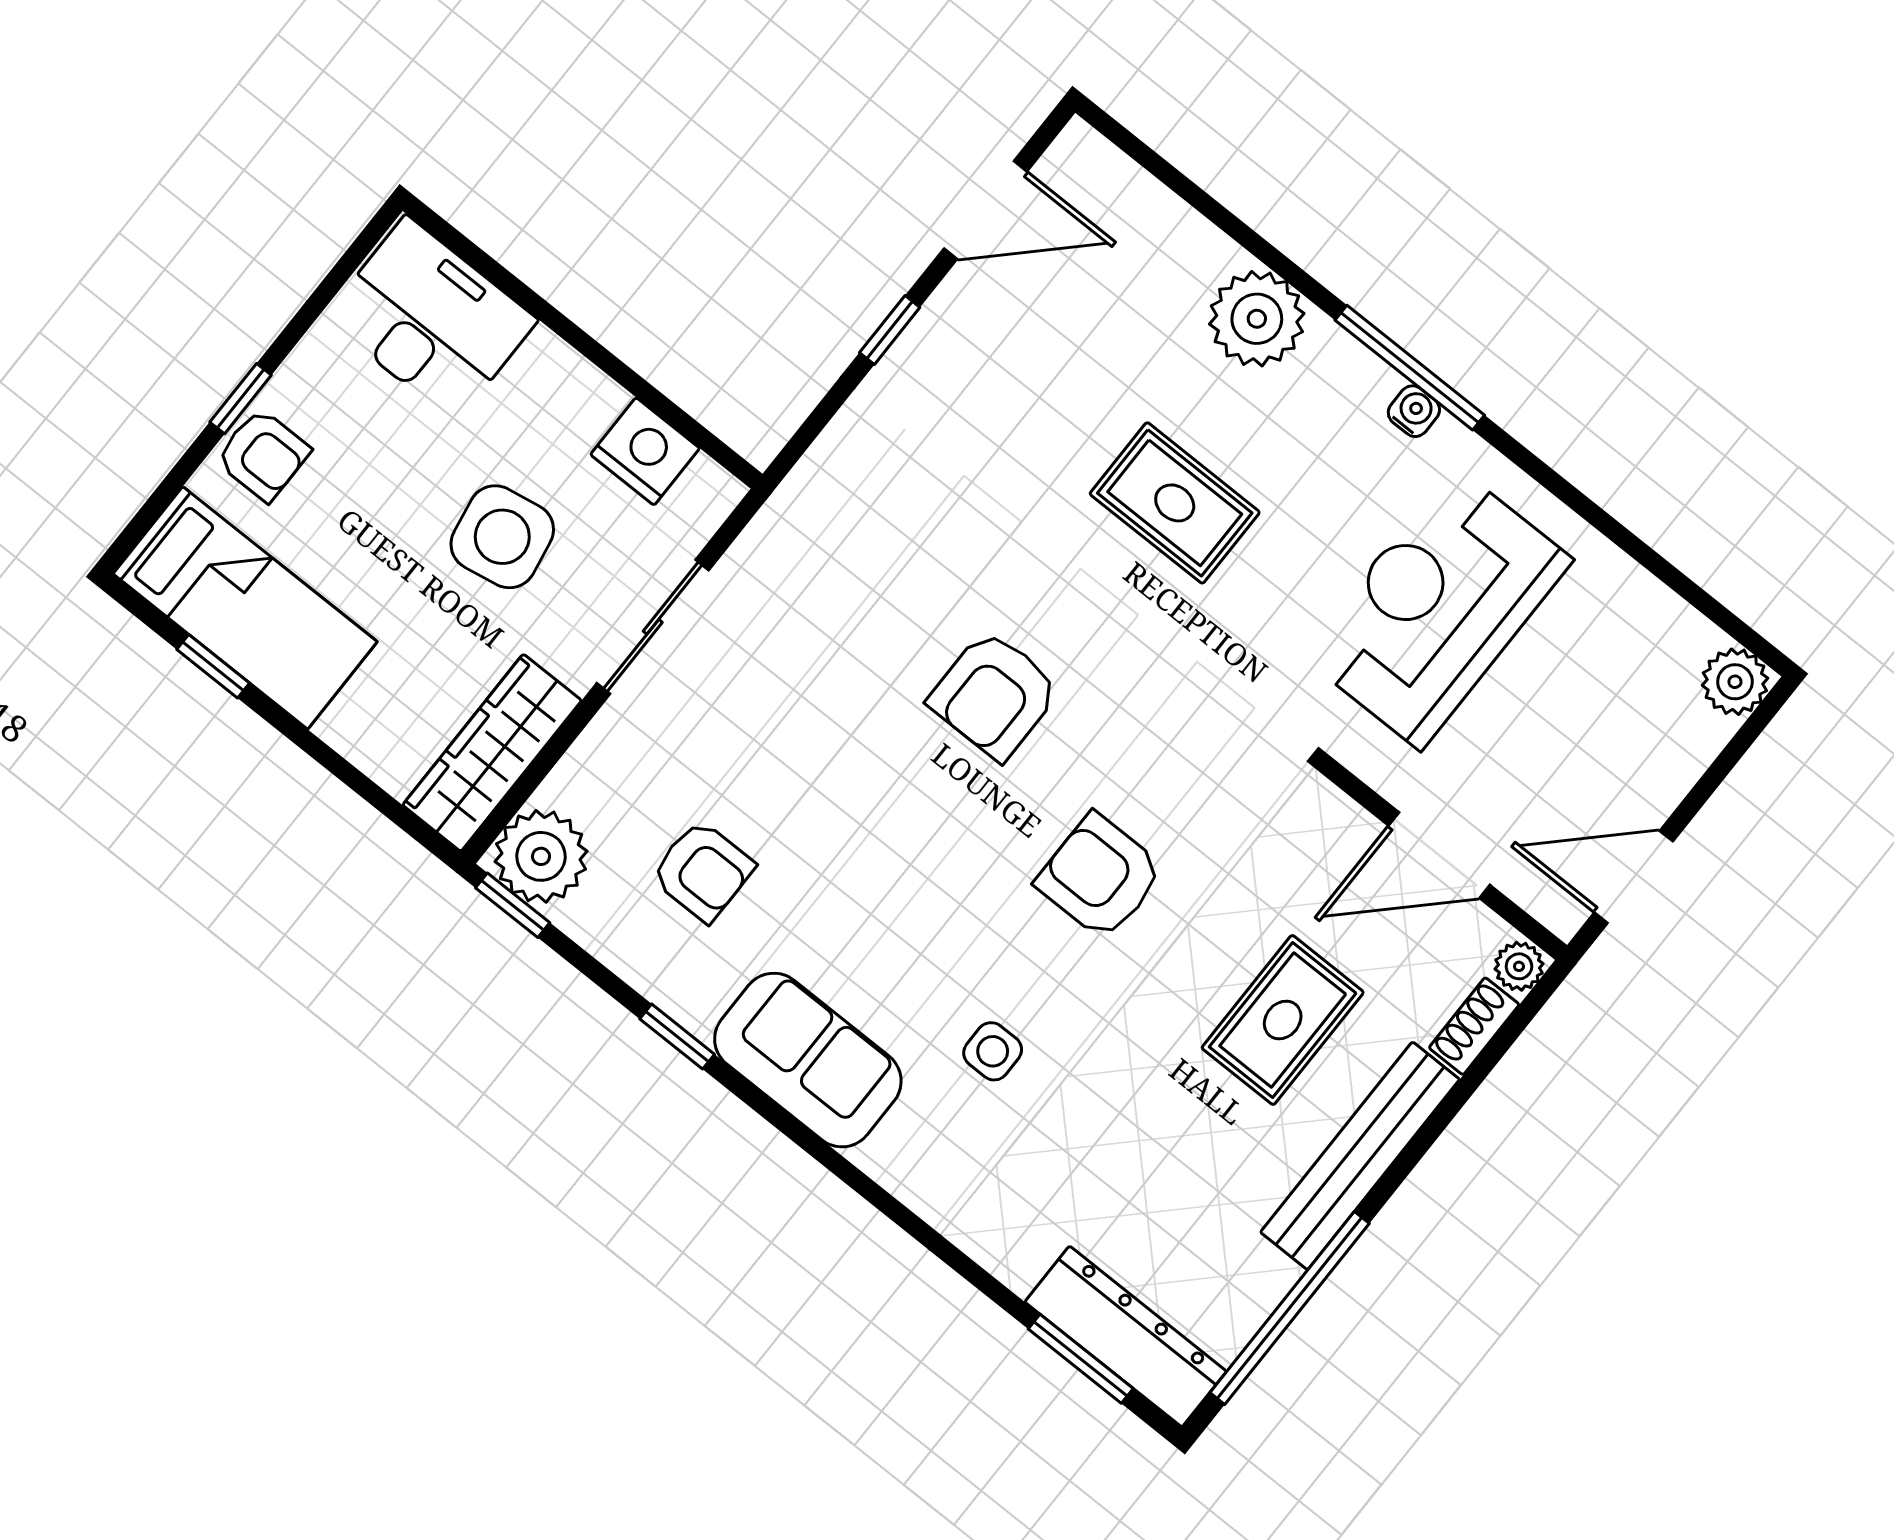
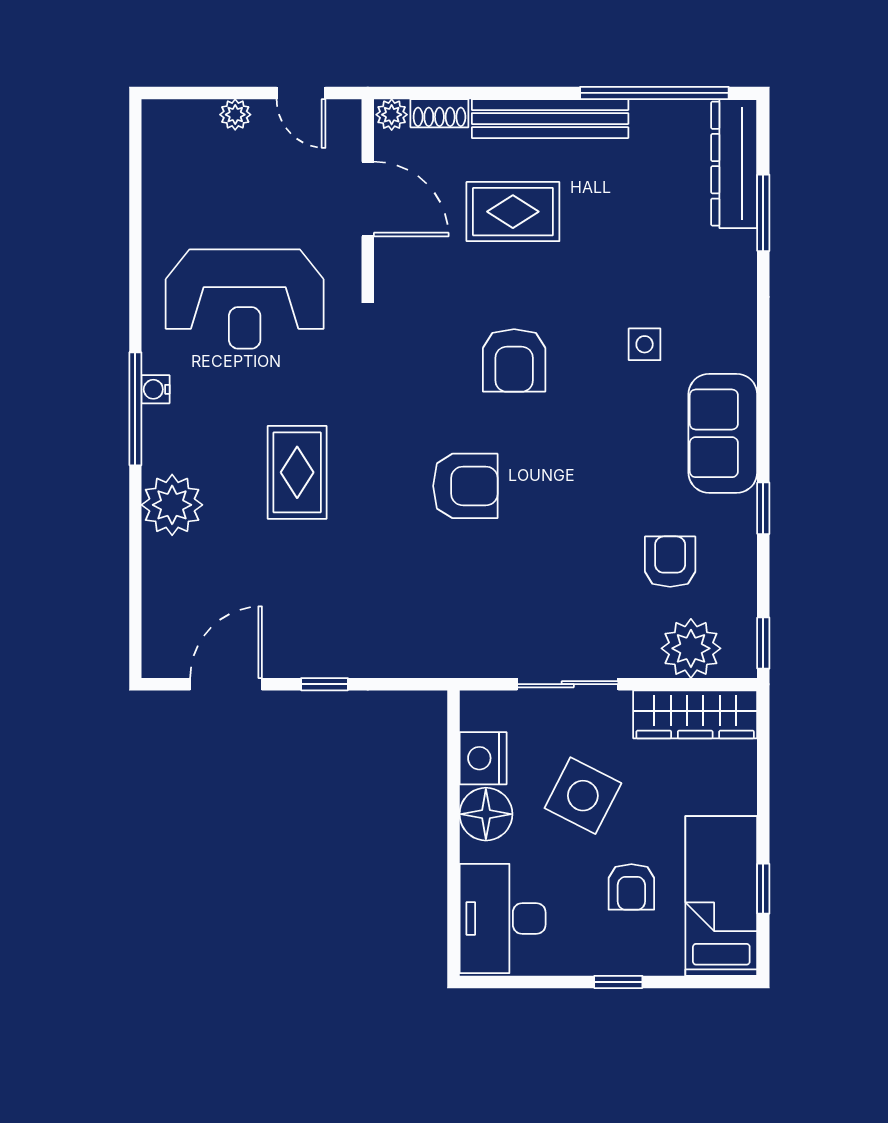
door: (985, 210) -> (226, 684), hinge flipped
floor lamp: (574, 401) -> (486, 814), added
armchair: (263, 455) -> (631, 887), moved, turned 180
side table: (502, 537) -> (583, 796), turned 37
plant: (1735, 682) -> (235, 115), moved, width x0.73, depth x0.73
plant: (541, 856) -> (691, 648), moved
door: (1634, 877) -> (301, 93), width x0.73
window: (1081, 1359) -> (763, 213), moved

